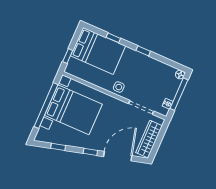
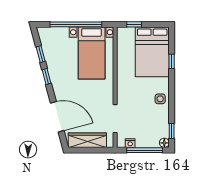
window: (143, 51) -> (172, 131), moved
side table: (119, 87) -> (160, 99), moved
bed with nightstands: (73, 110) -> (92, 53), width x0.73
window: (90, 152) -> (47, 77), moved

